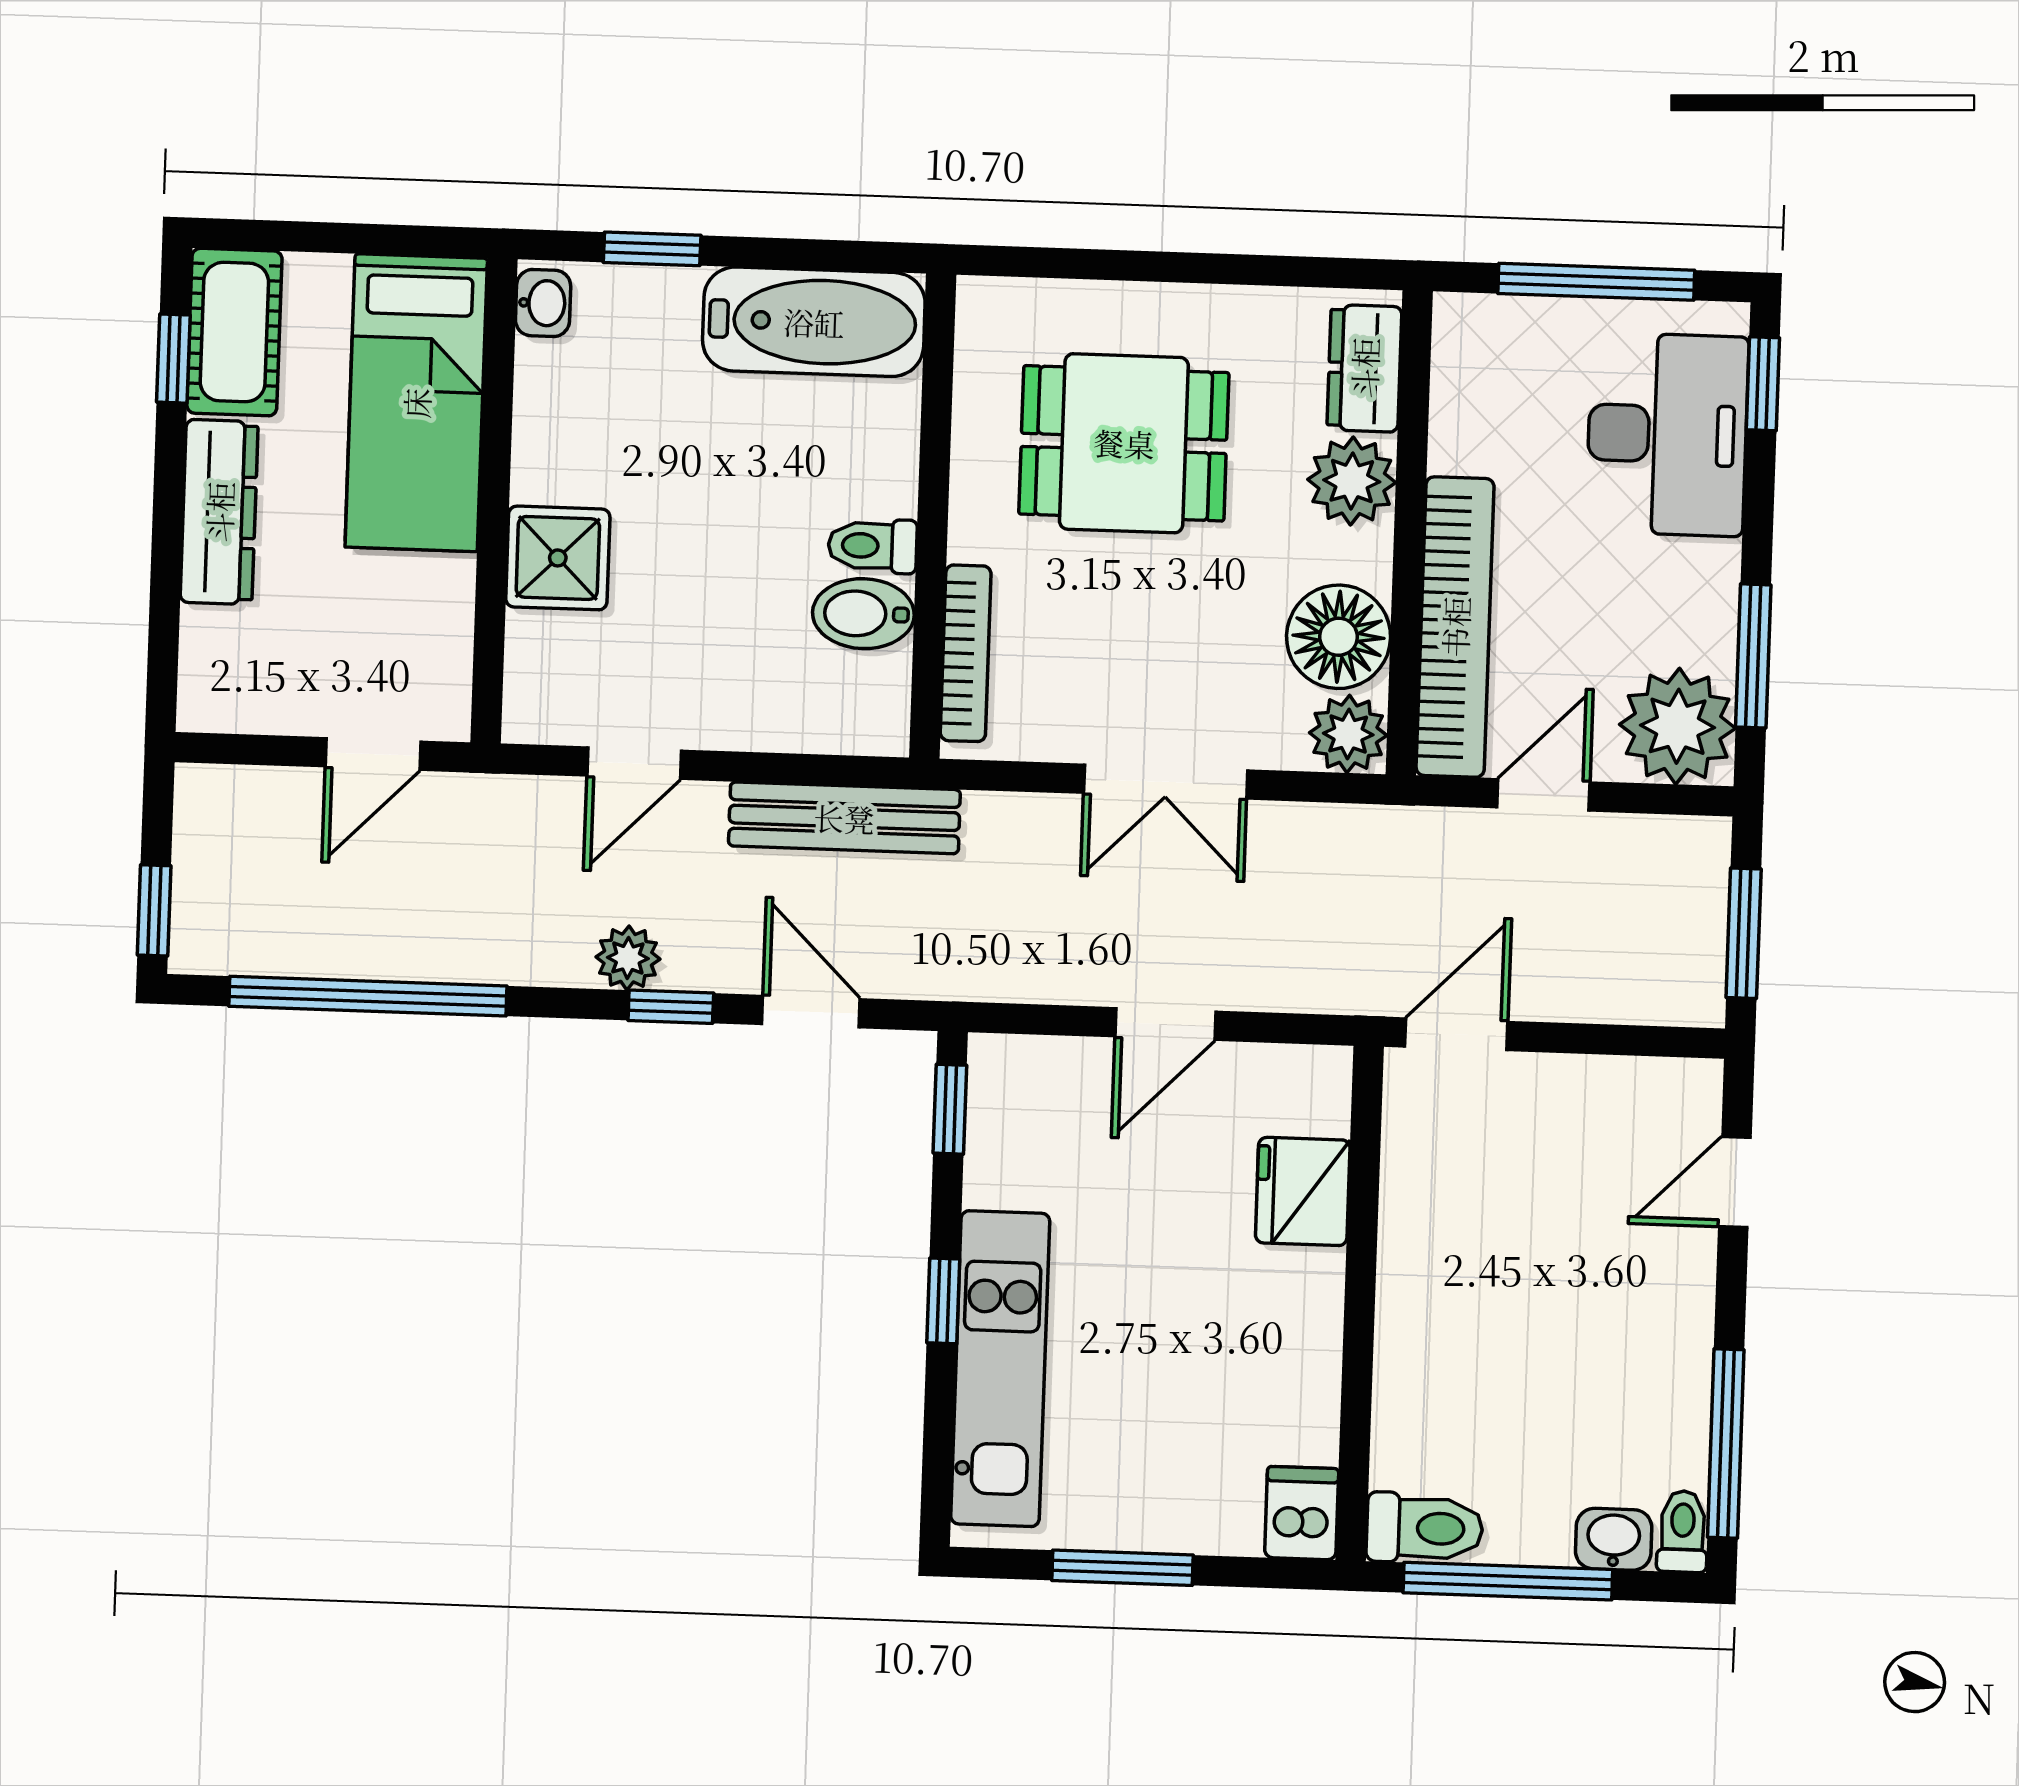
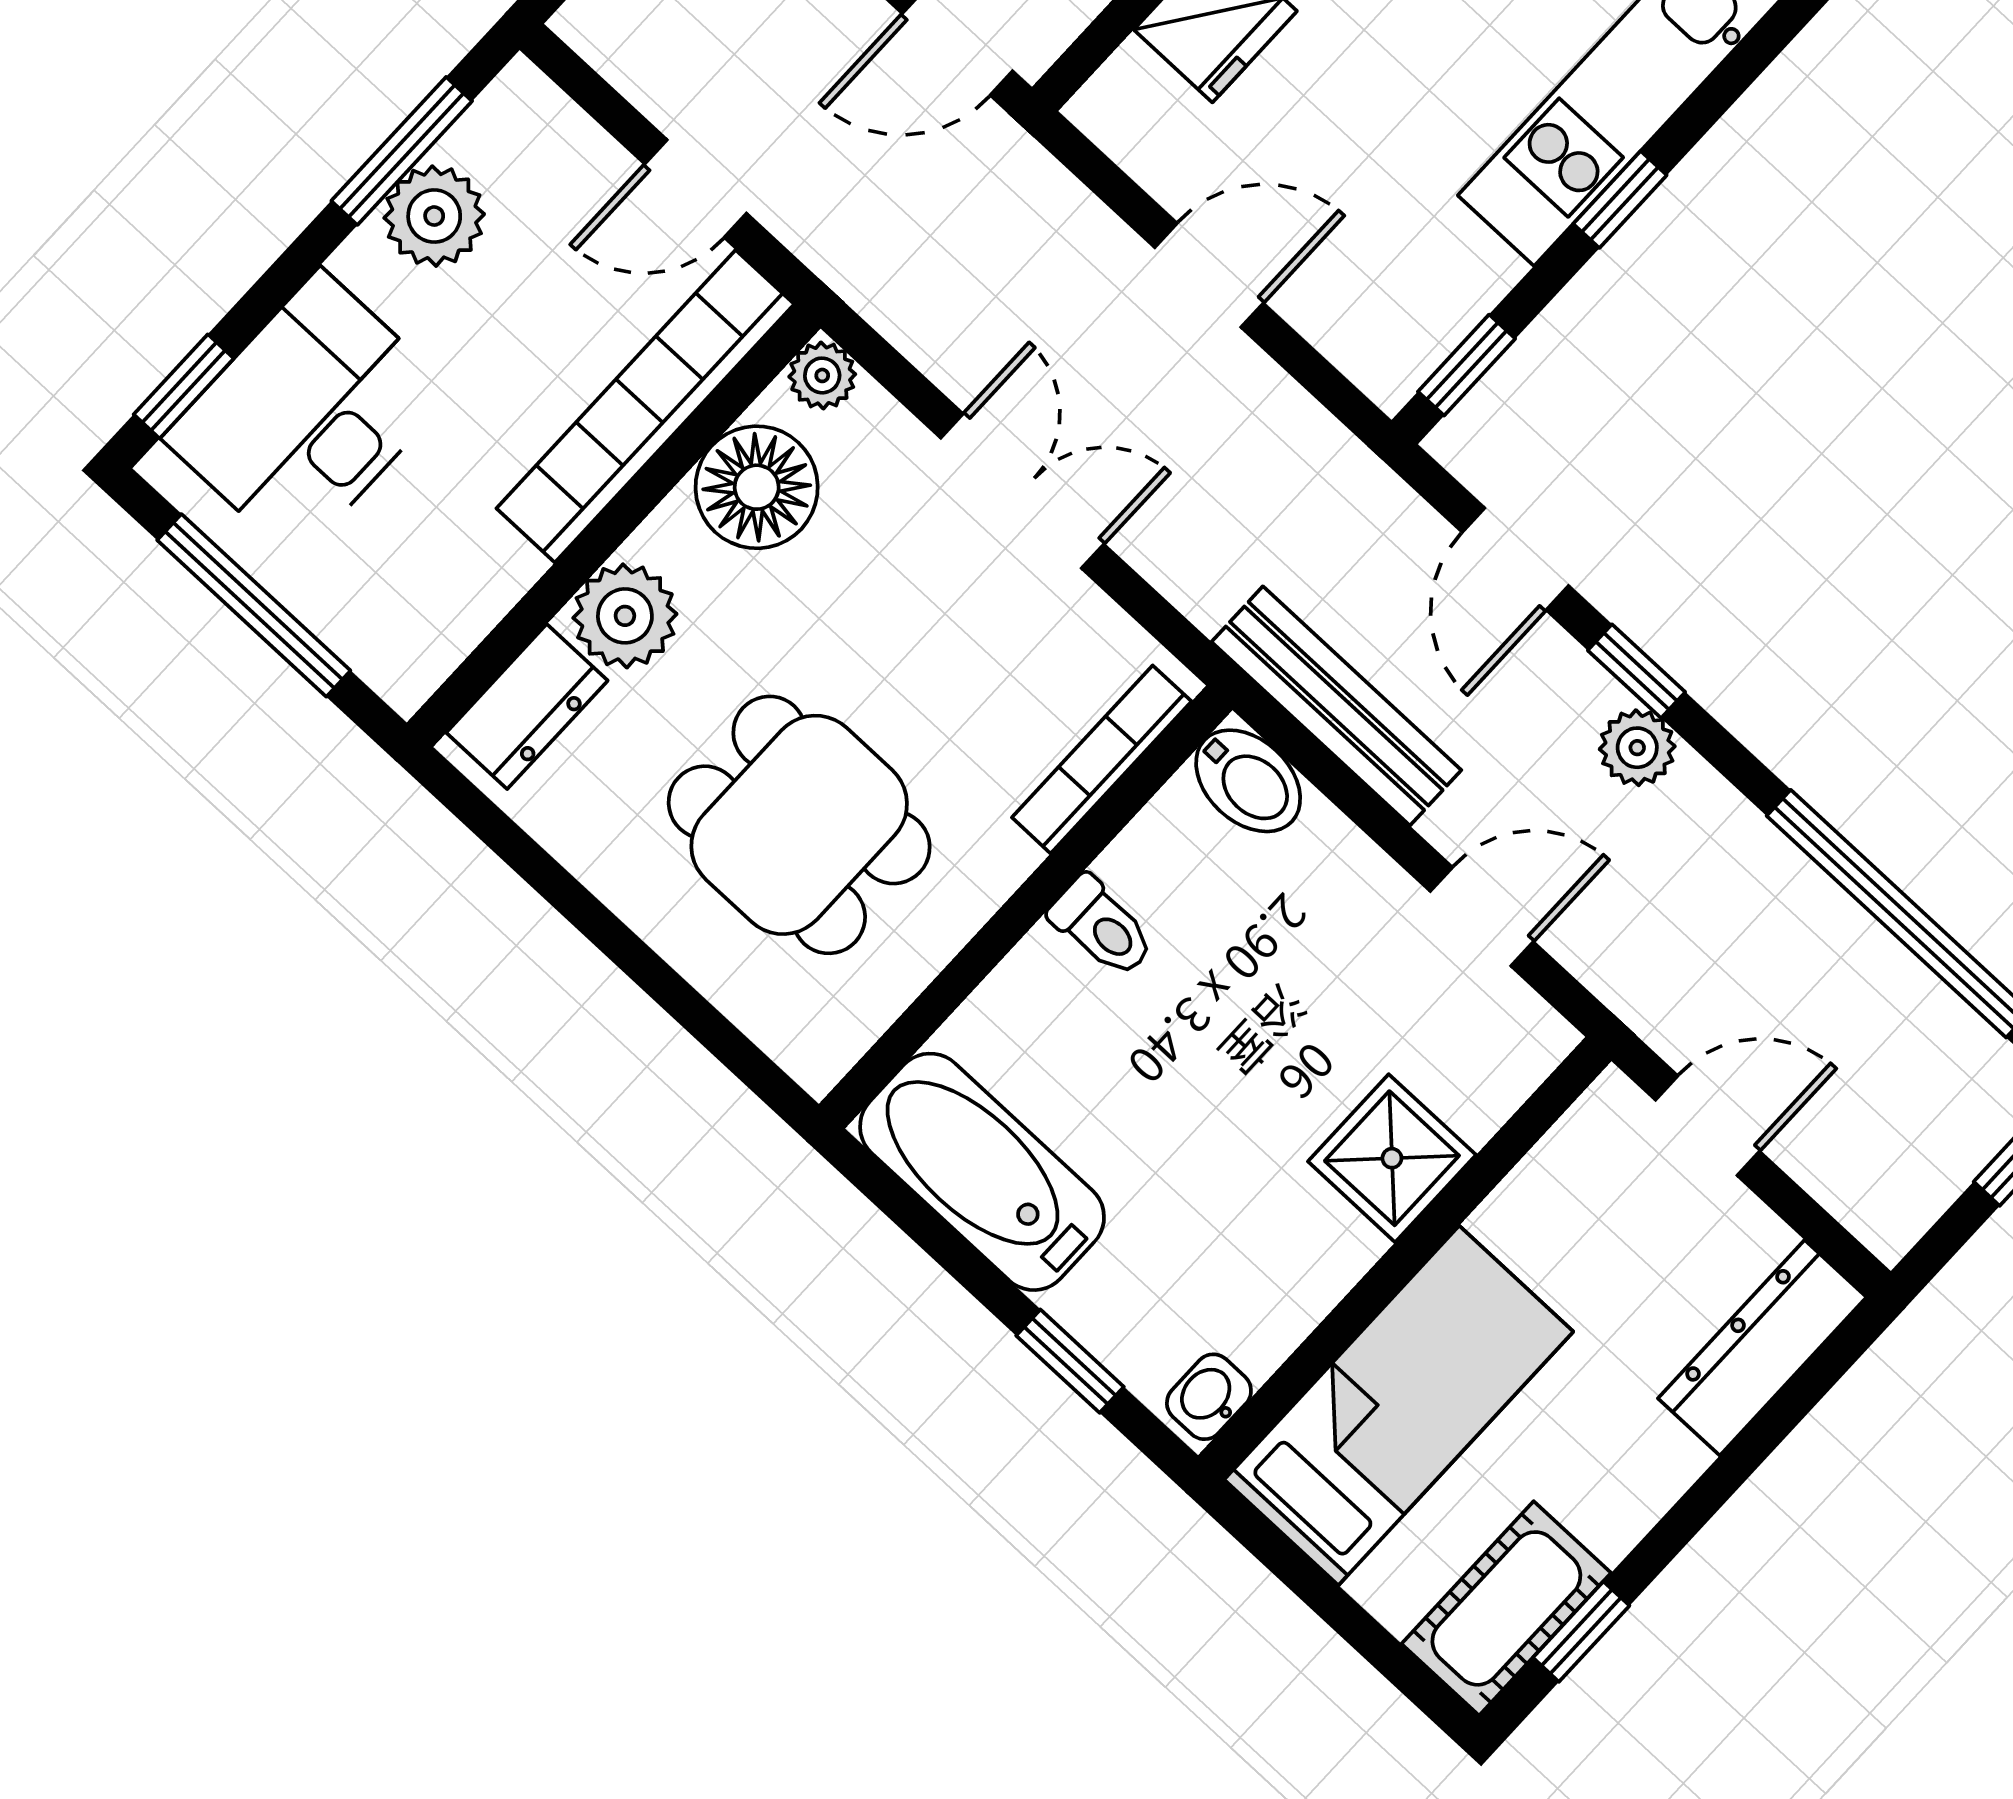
dresser: (219, 512) -> (1762, 1348), moved
bidet: (863, 614) -> (1248, 781), moved
plant: (1678, 726) -> (434, 216), moved, width x0.73, depth x0.73
plant: (1348, 734) -> (822, 375), width x0.73, depth x0.73

